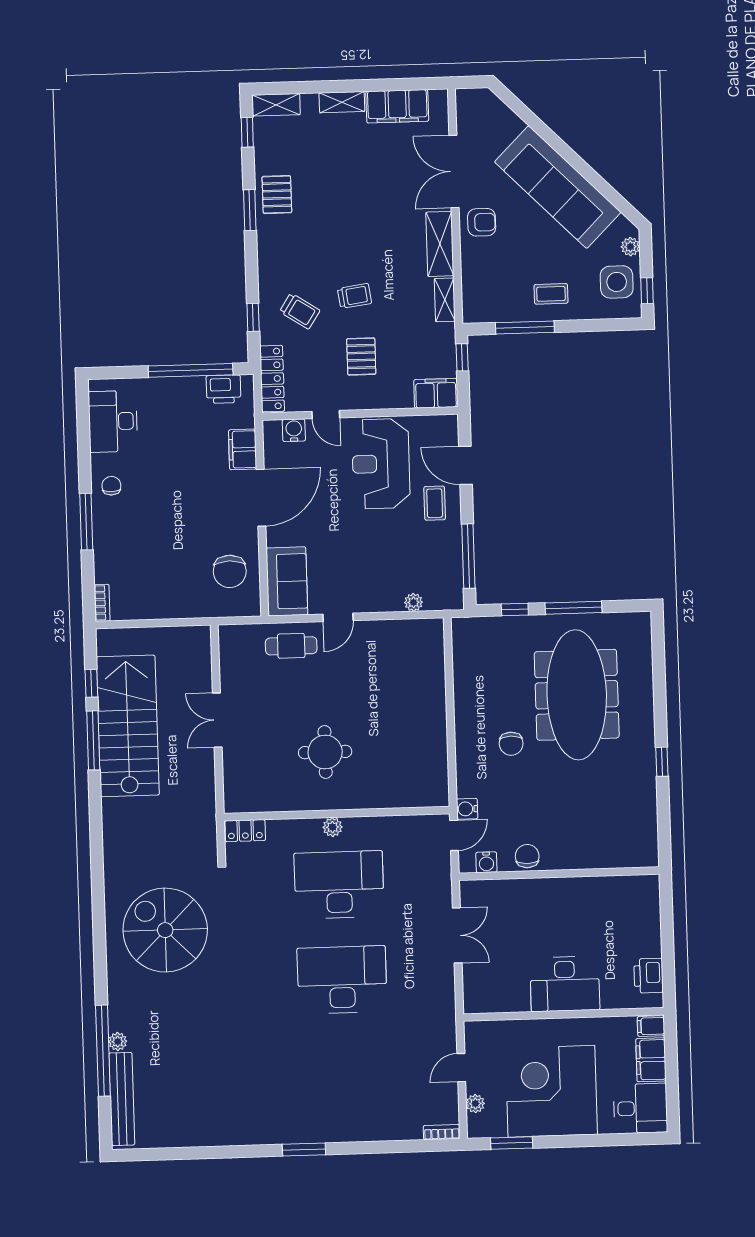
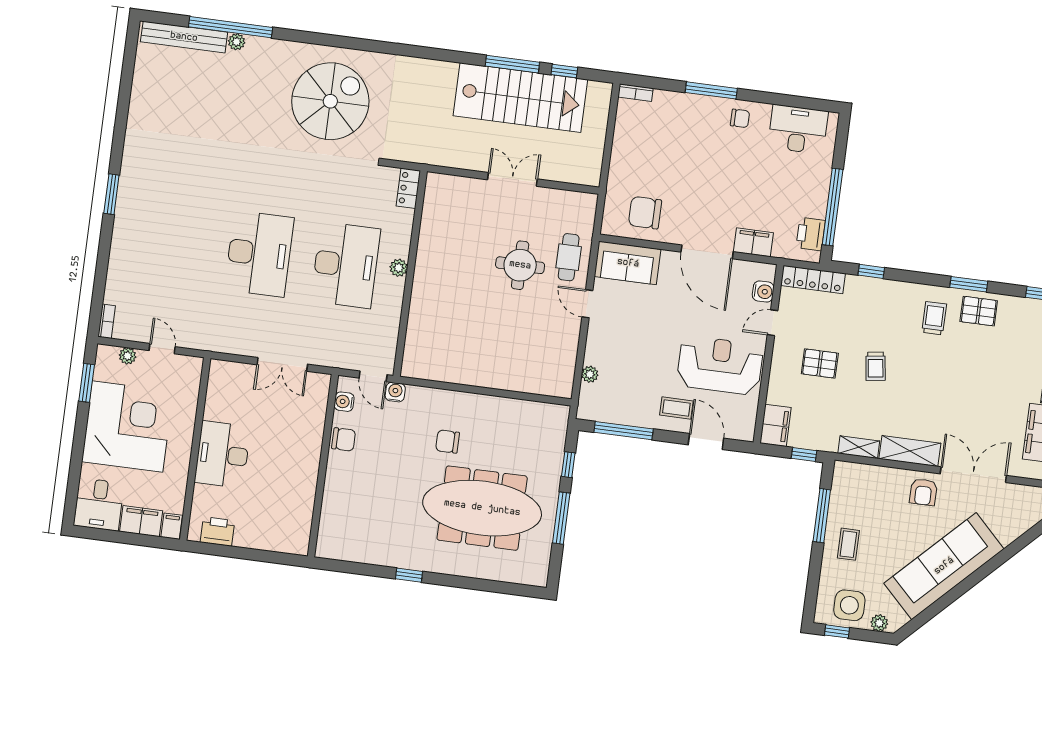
trolley: (300, 311) -> (934, 318), moved, turned 147
door: (466, 465) -> (706, 442), hinge flipped
round table: (325, 752) -> (520, 265), moved

